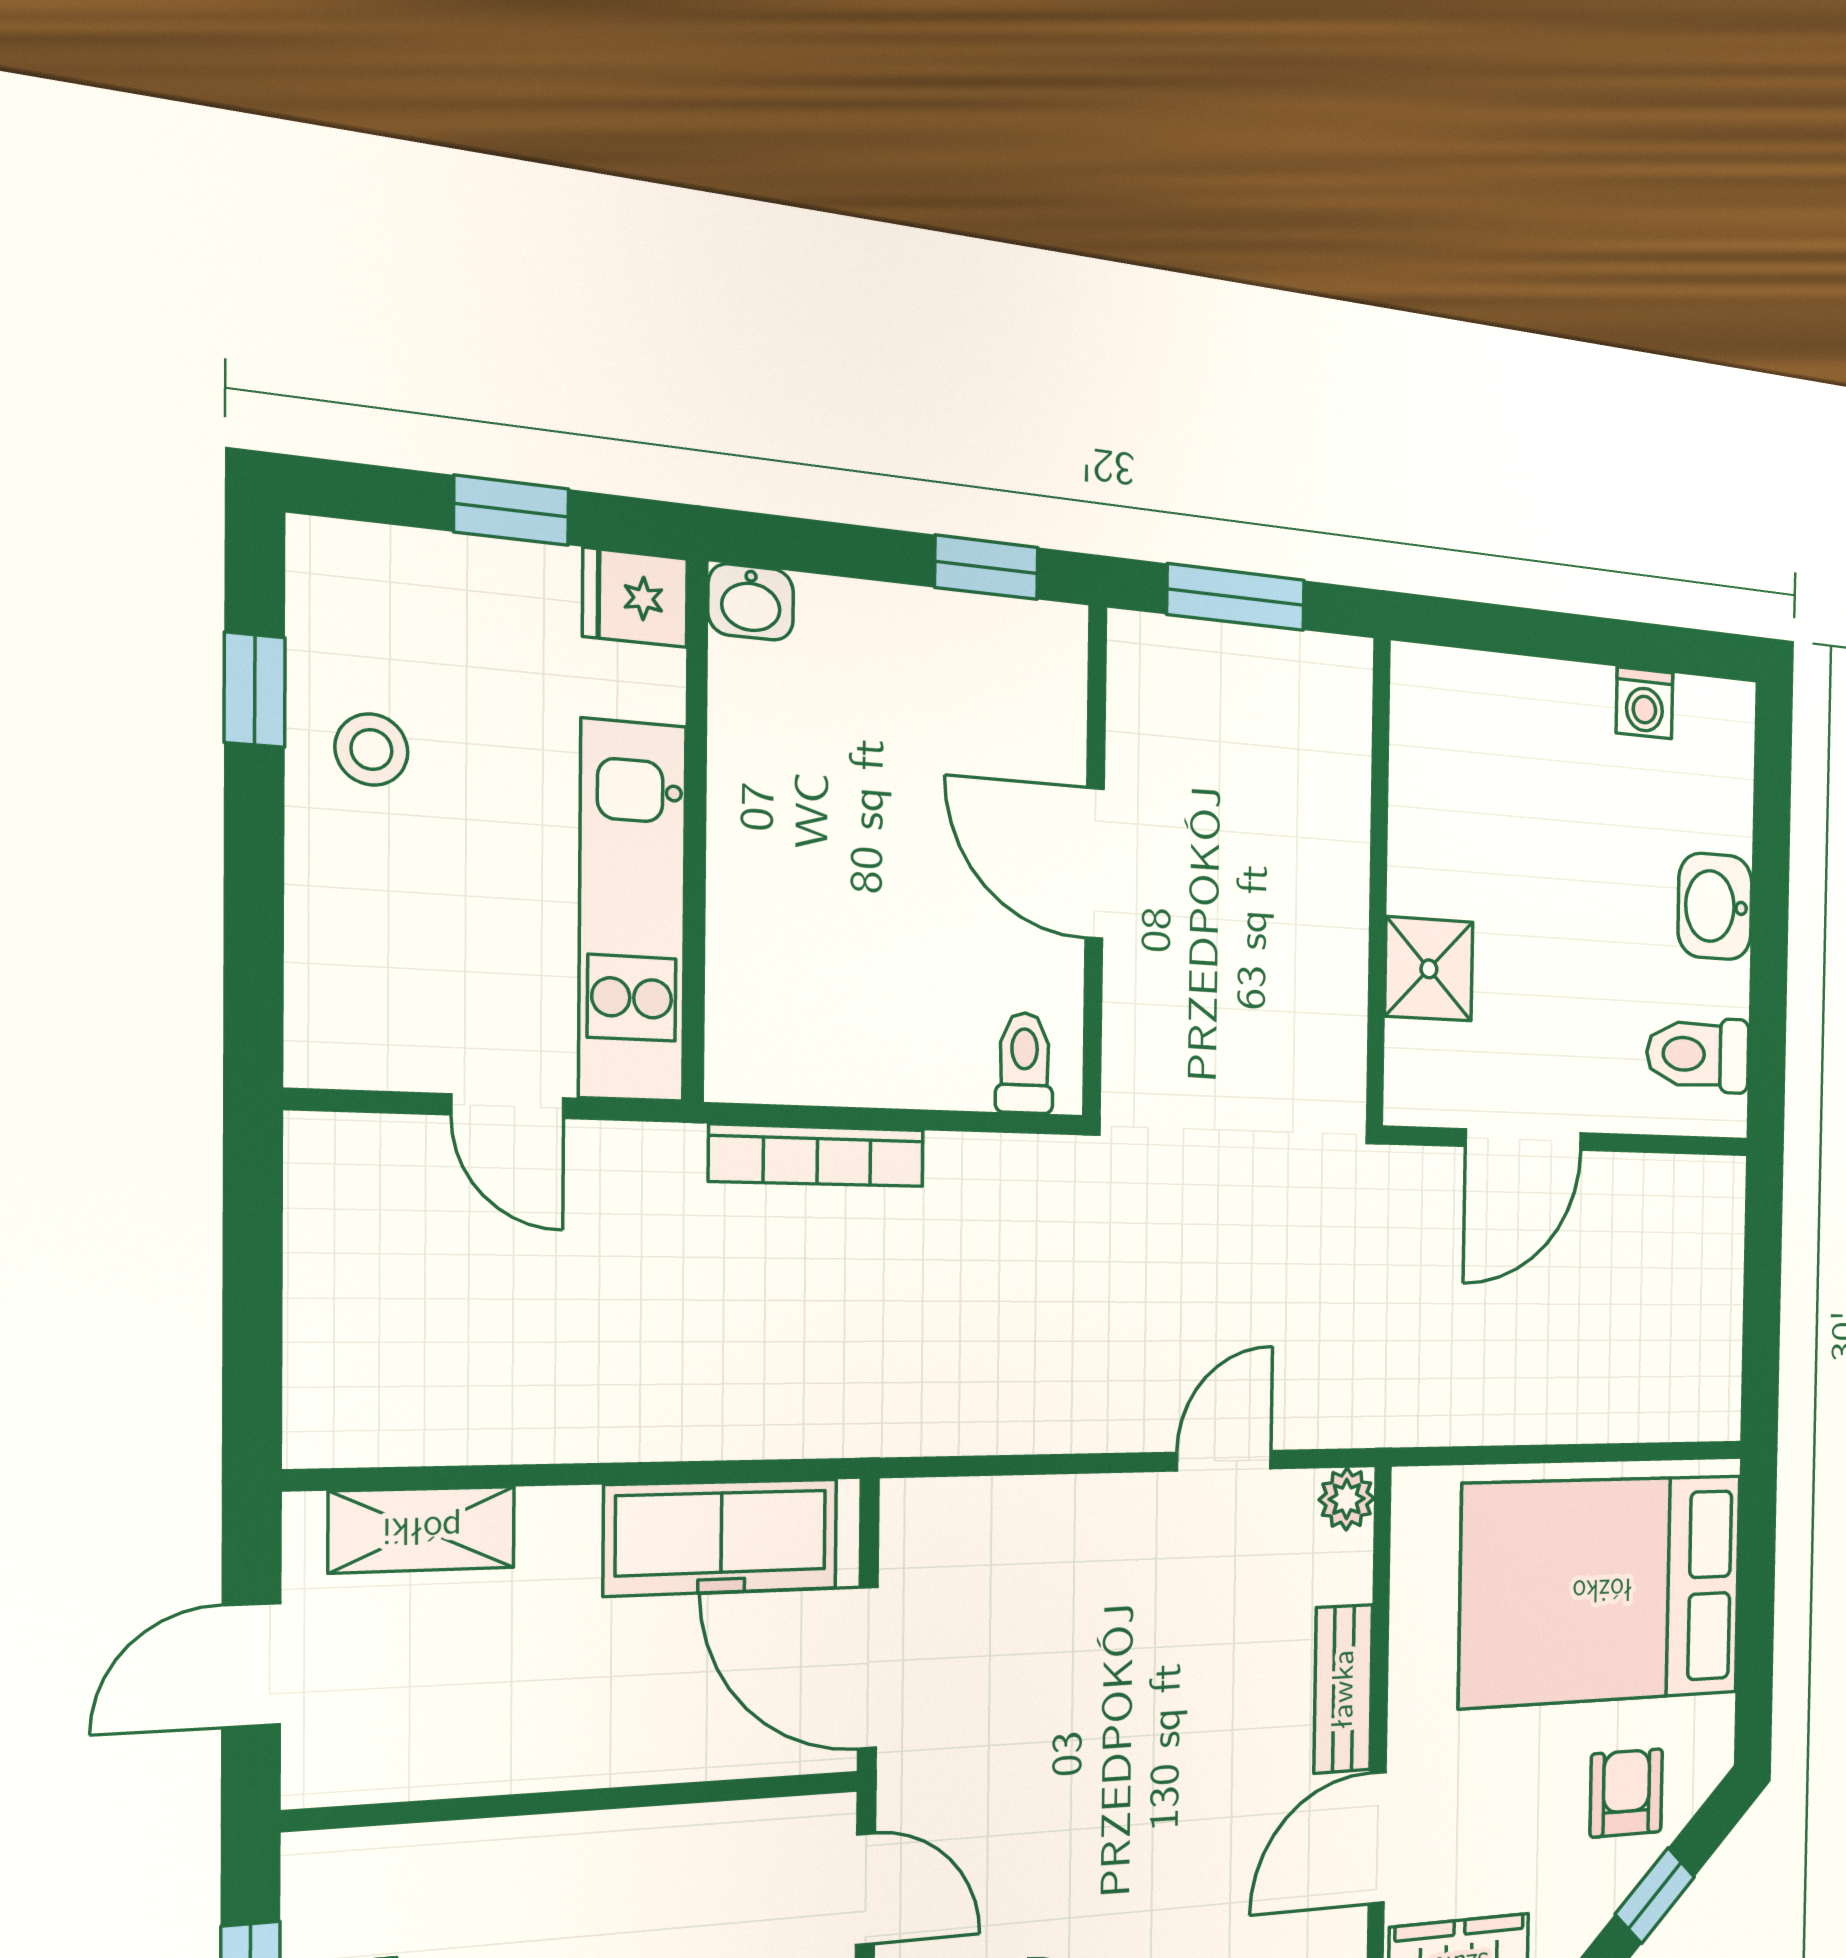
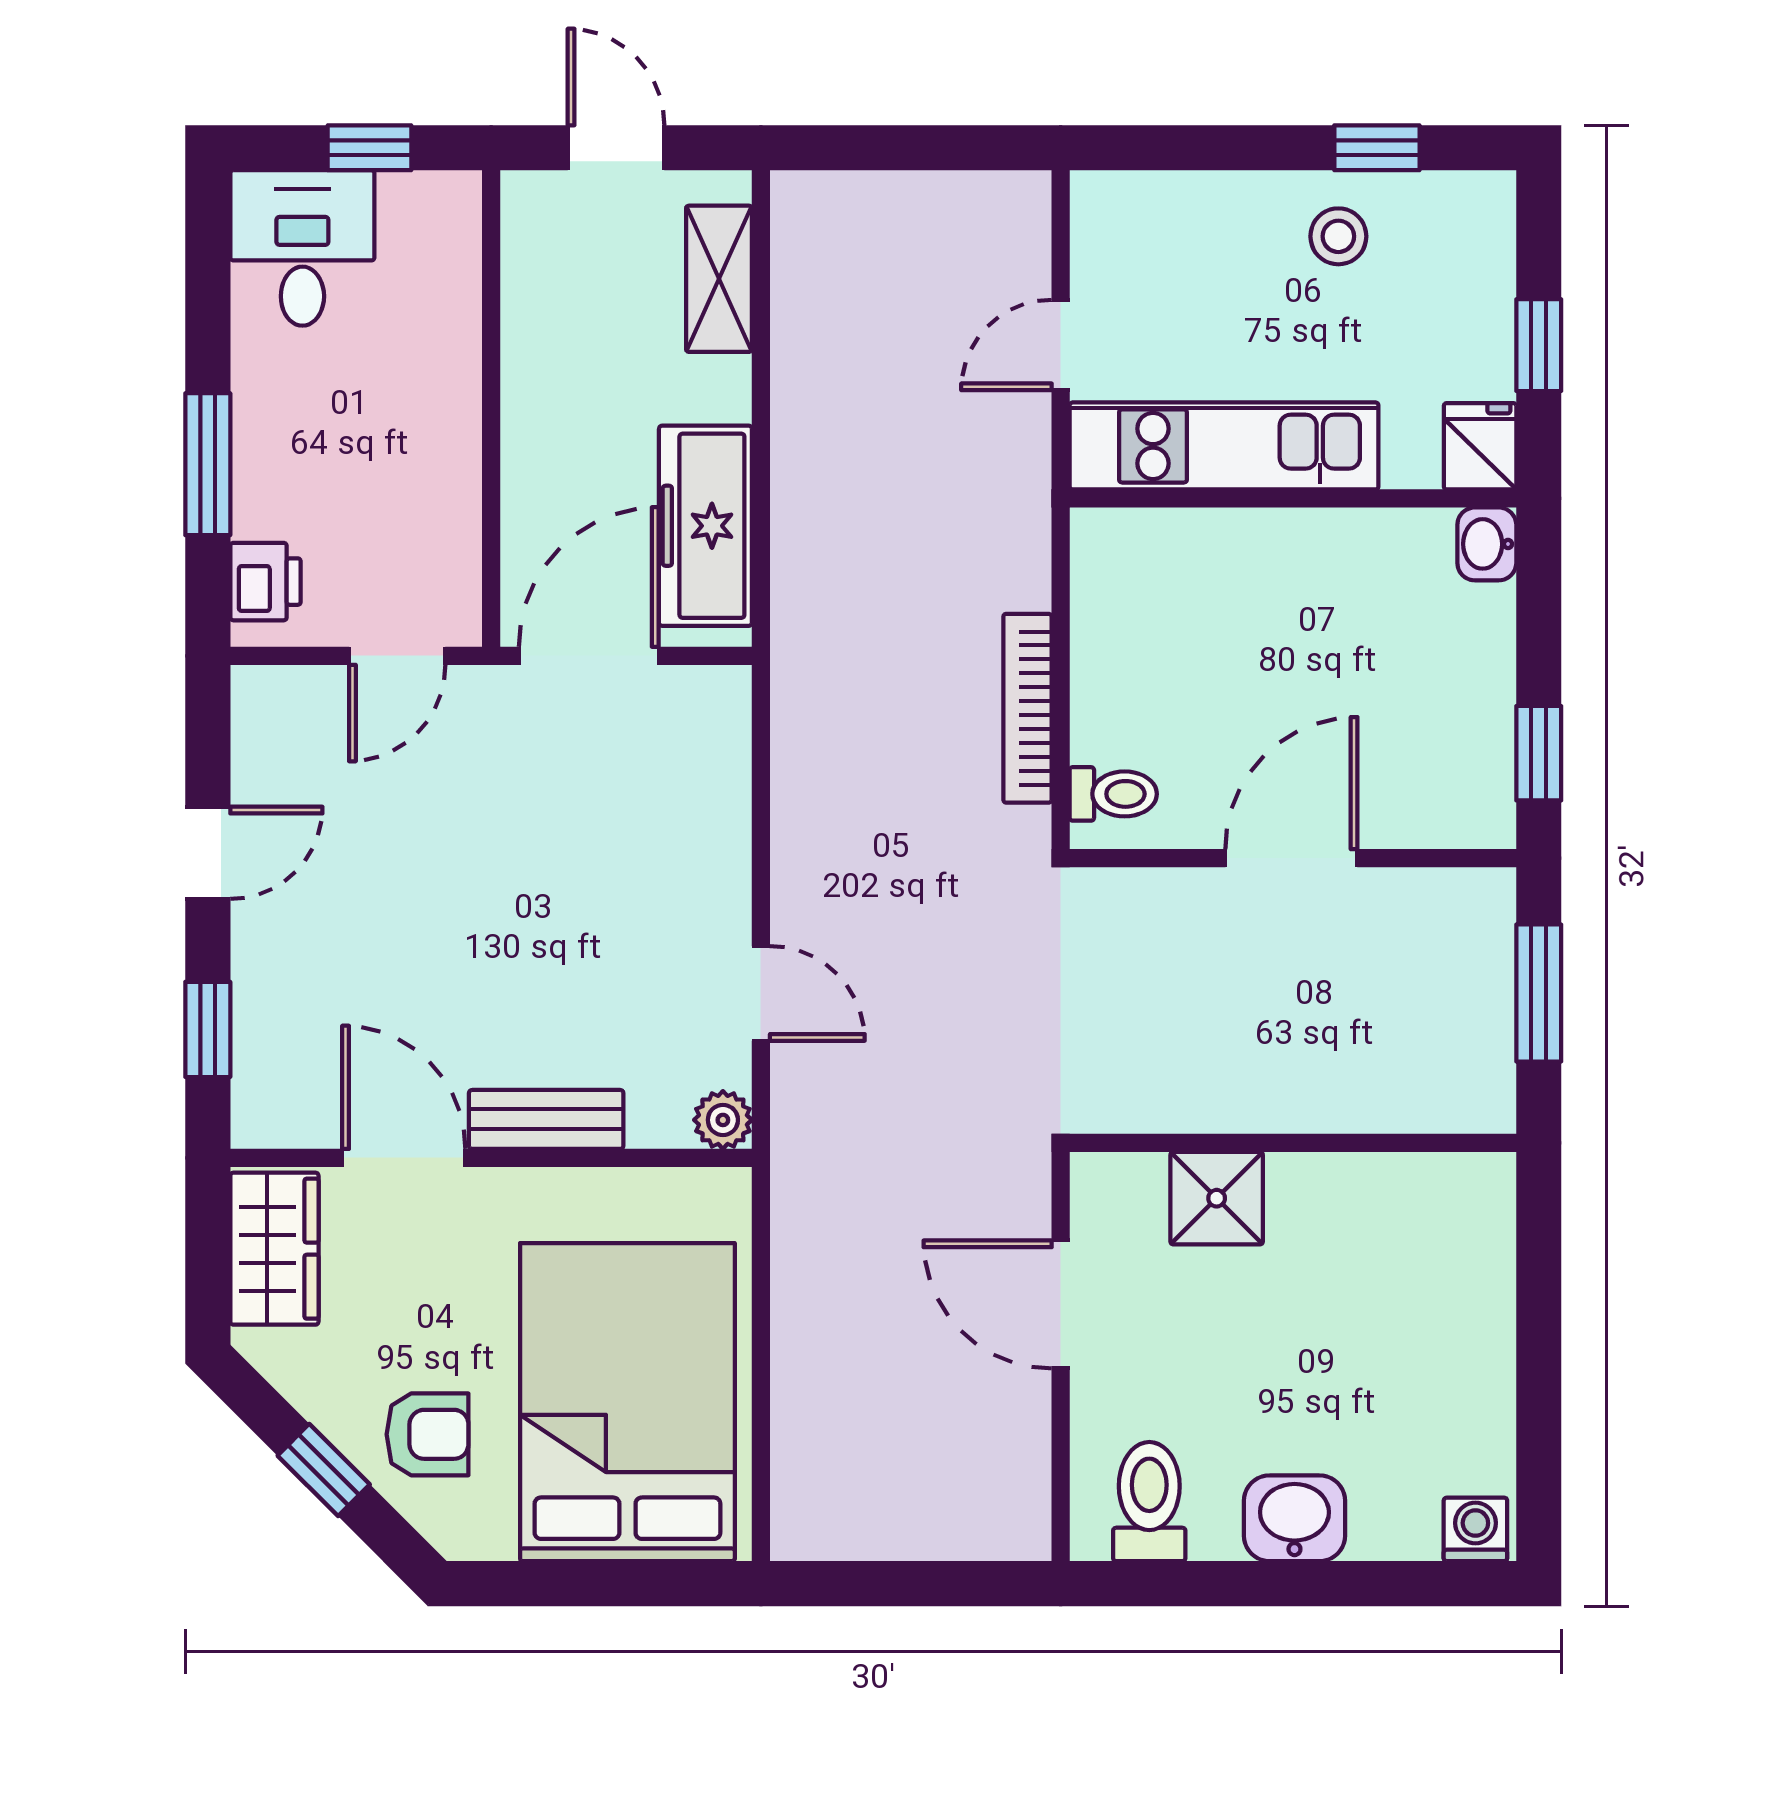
washing machine: (1645, 703) -> (1475, 1529), moved, turned 90
bookcase: (817, 1156) -> (1027, 708), moved

